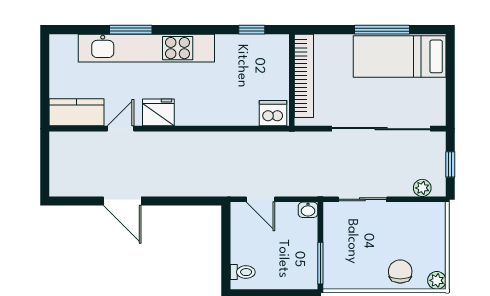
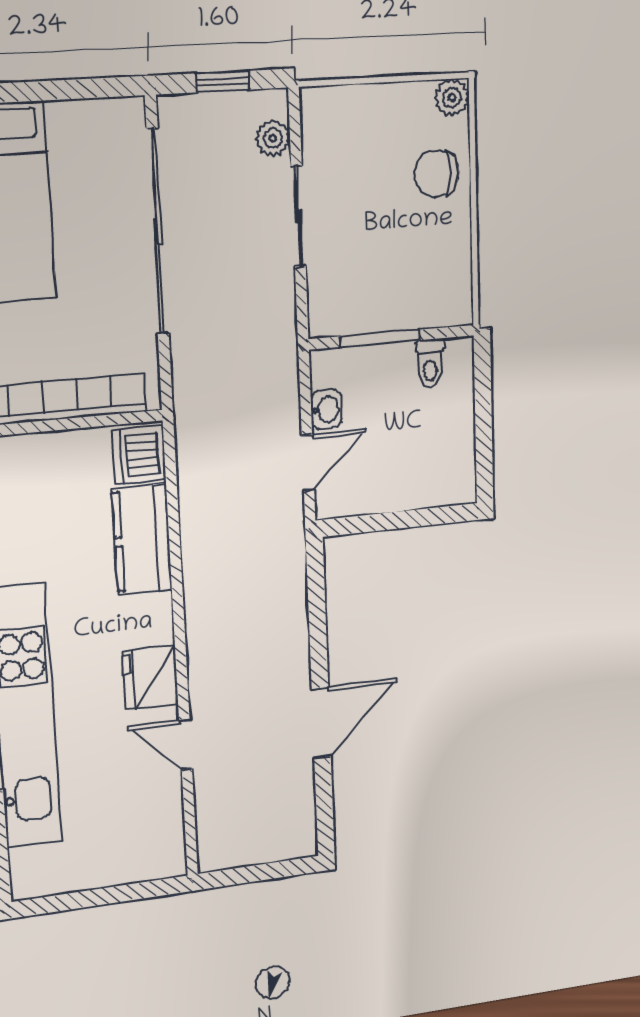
kitchen counter: (77, 112) -> (142, 540), moved
sliding door: (362, 199) -> (298, 216), moved
washbasin: (308, 210) -> (326, 409), moved
window: (320, 263) -> (380, 338), moved
toilet: (243, 272) -> (430, 364), moved, turned 180

